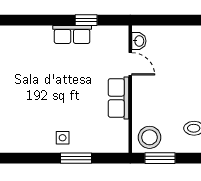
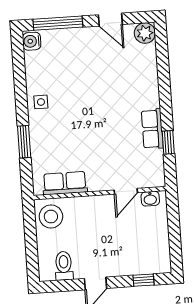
row of seats: (118, 98) -> (65, 183), moved
side table: (63, 138) -> (41, 102), moved
window: (160, 158) -> (30, 229), removed

